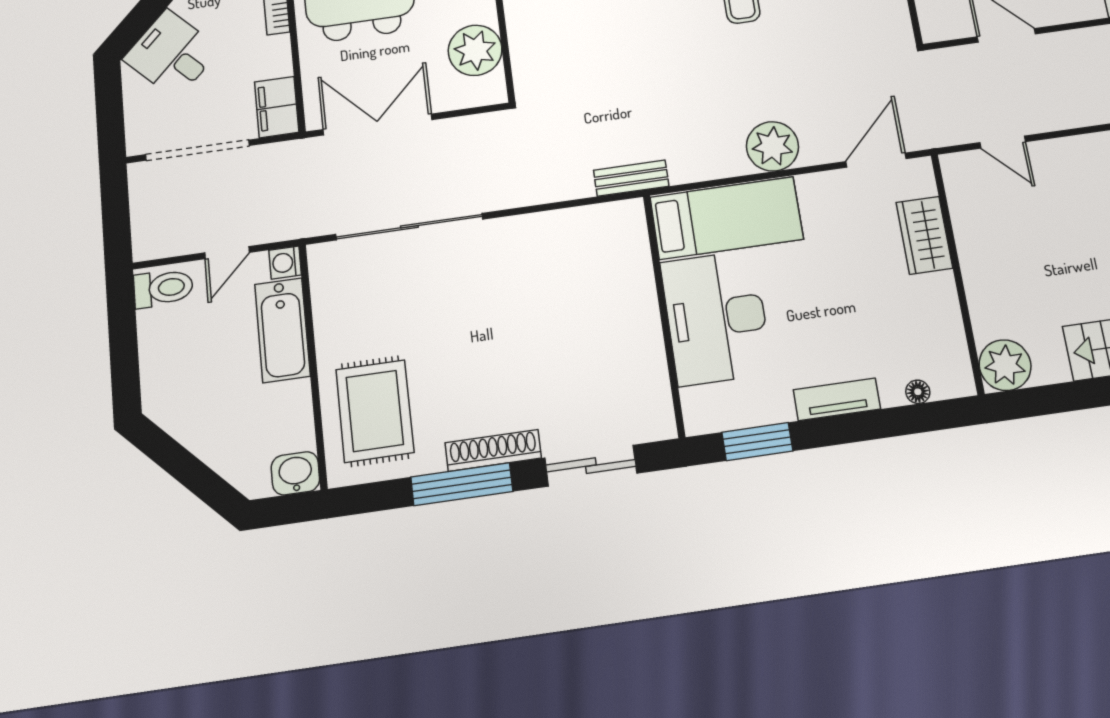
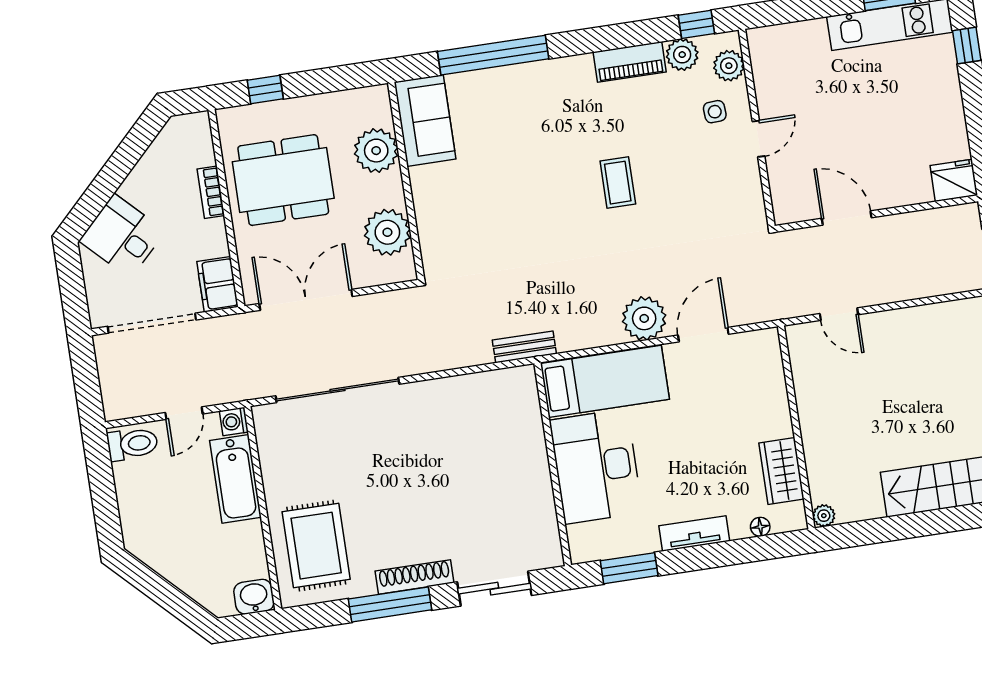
door: (876, 160) -> (703, 335), moved
wardrobe: (924, 235) -> (781, 471), moved
plant: (1005, 365) -> (824, 516), width x0.53, depth x0.53

